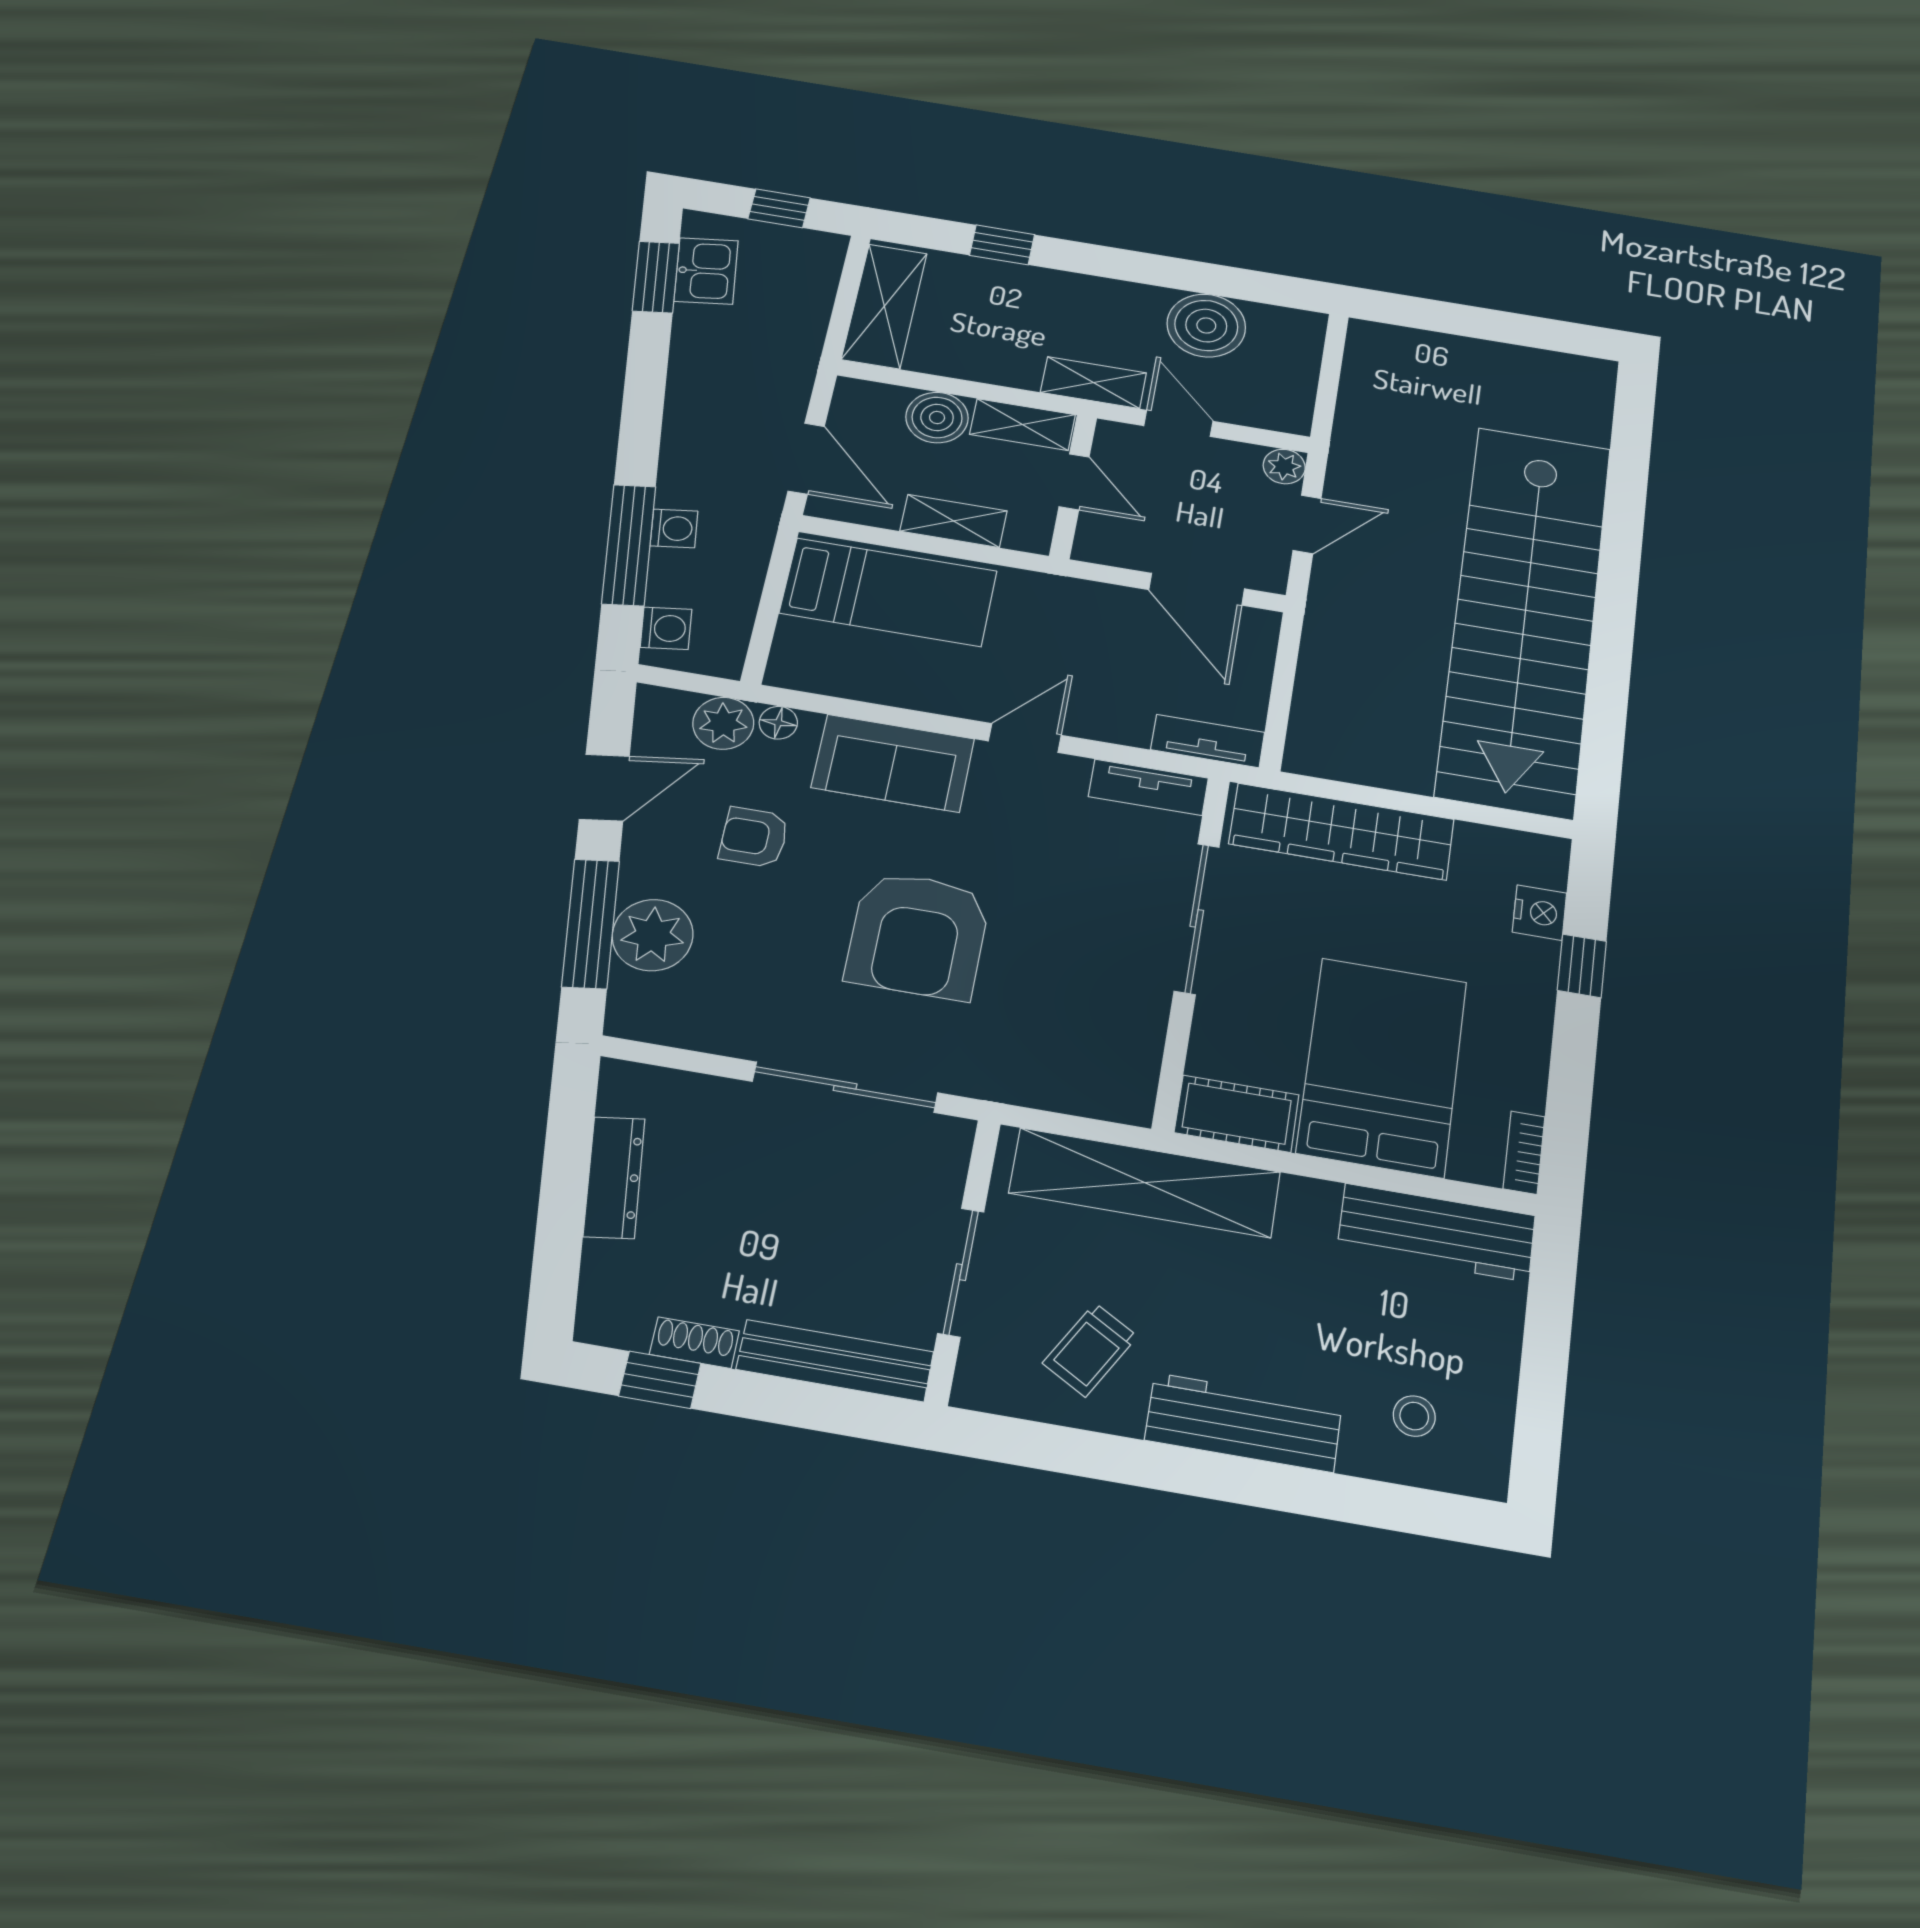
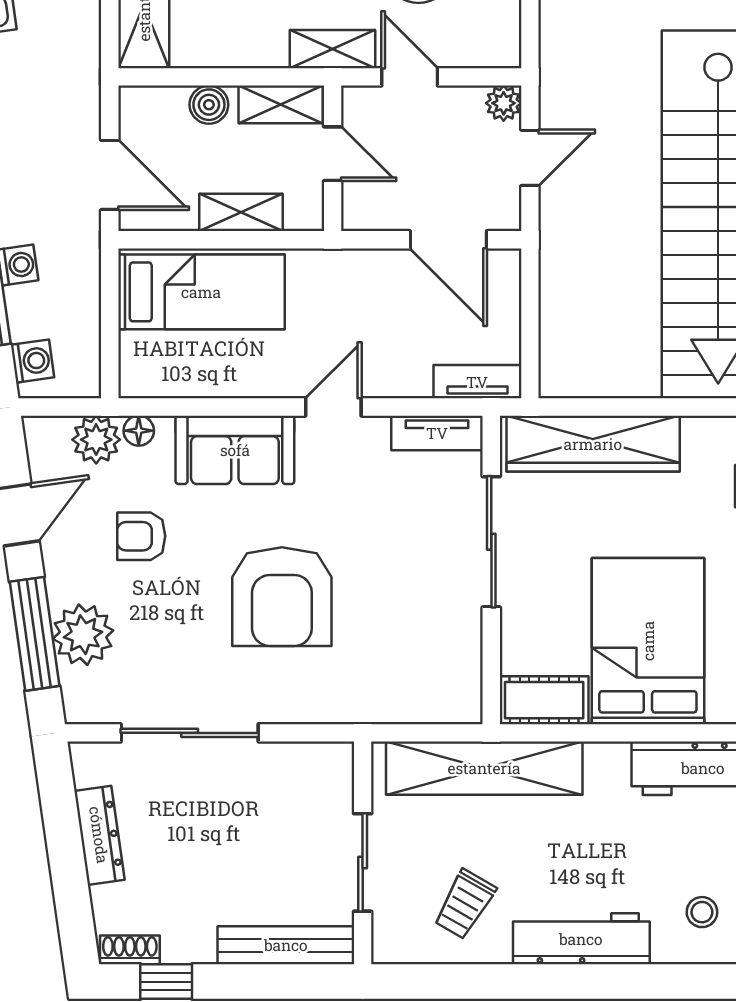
boiler: (937, 417) -> (209, 105), width x0.73, depth x0.73
sliding door: (845, 1087) -> (190, 733), moved
shoe rack: (694, 1343) -> (130, 950), moved

